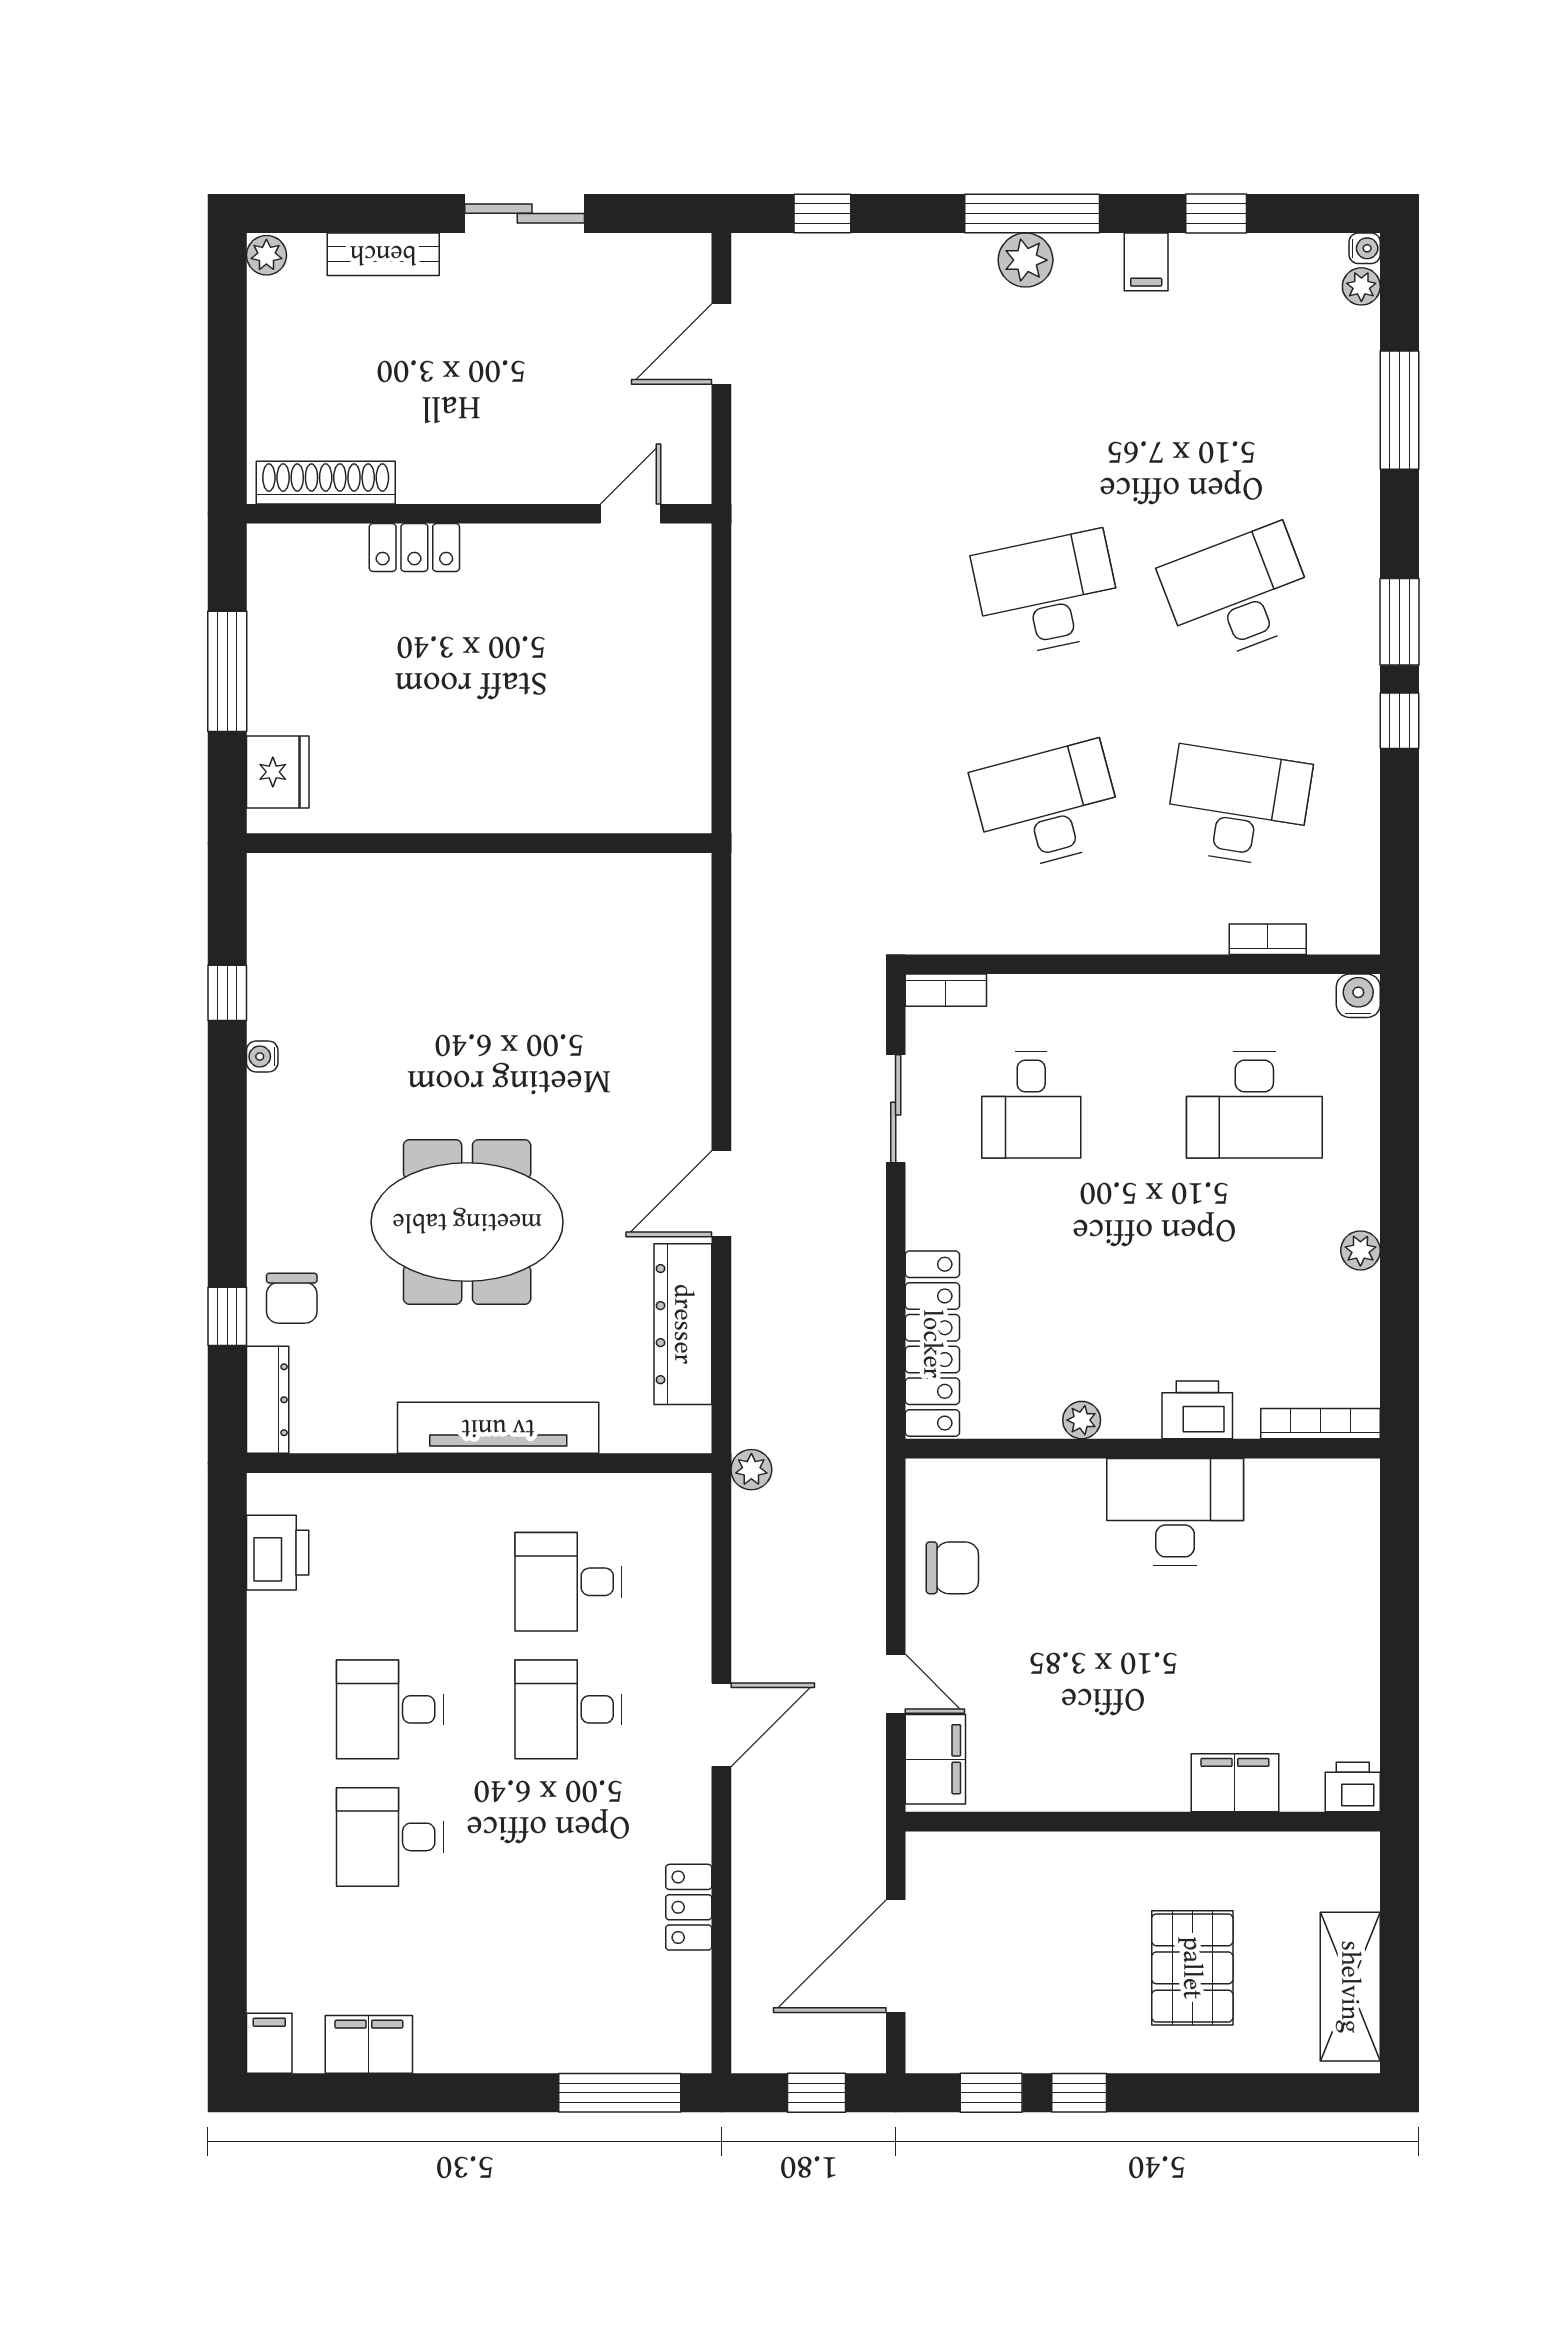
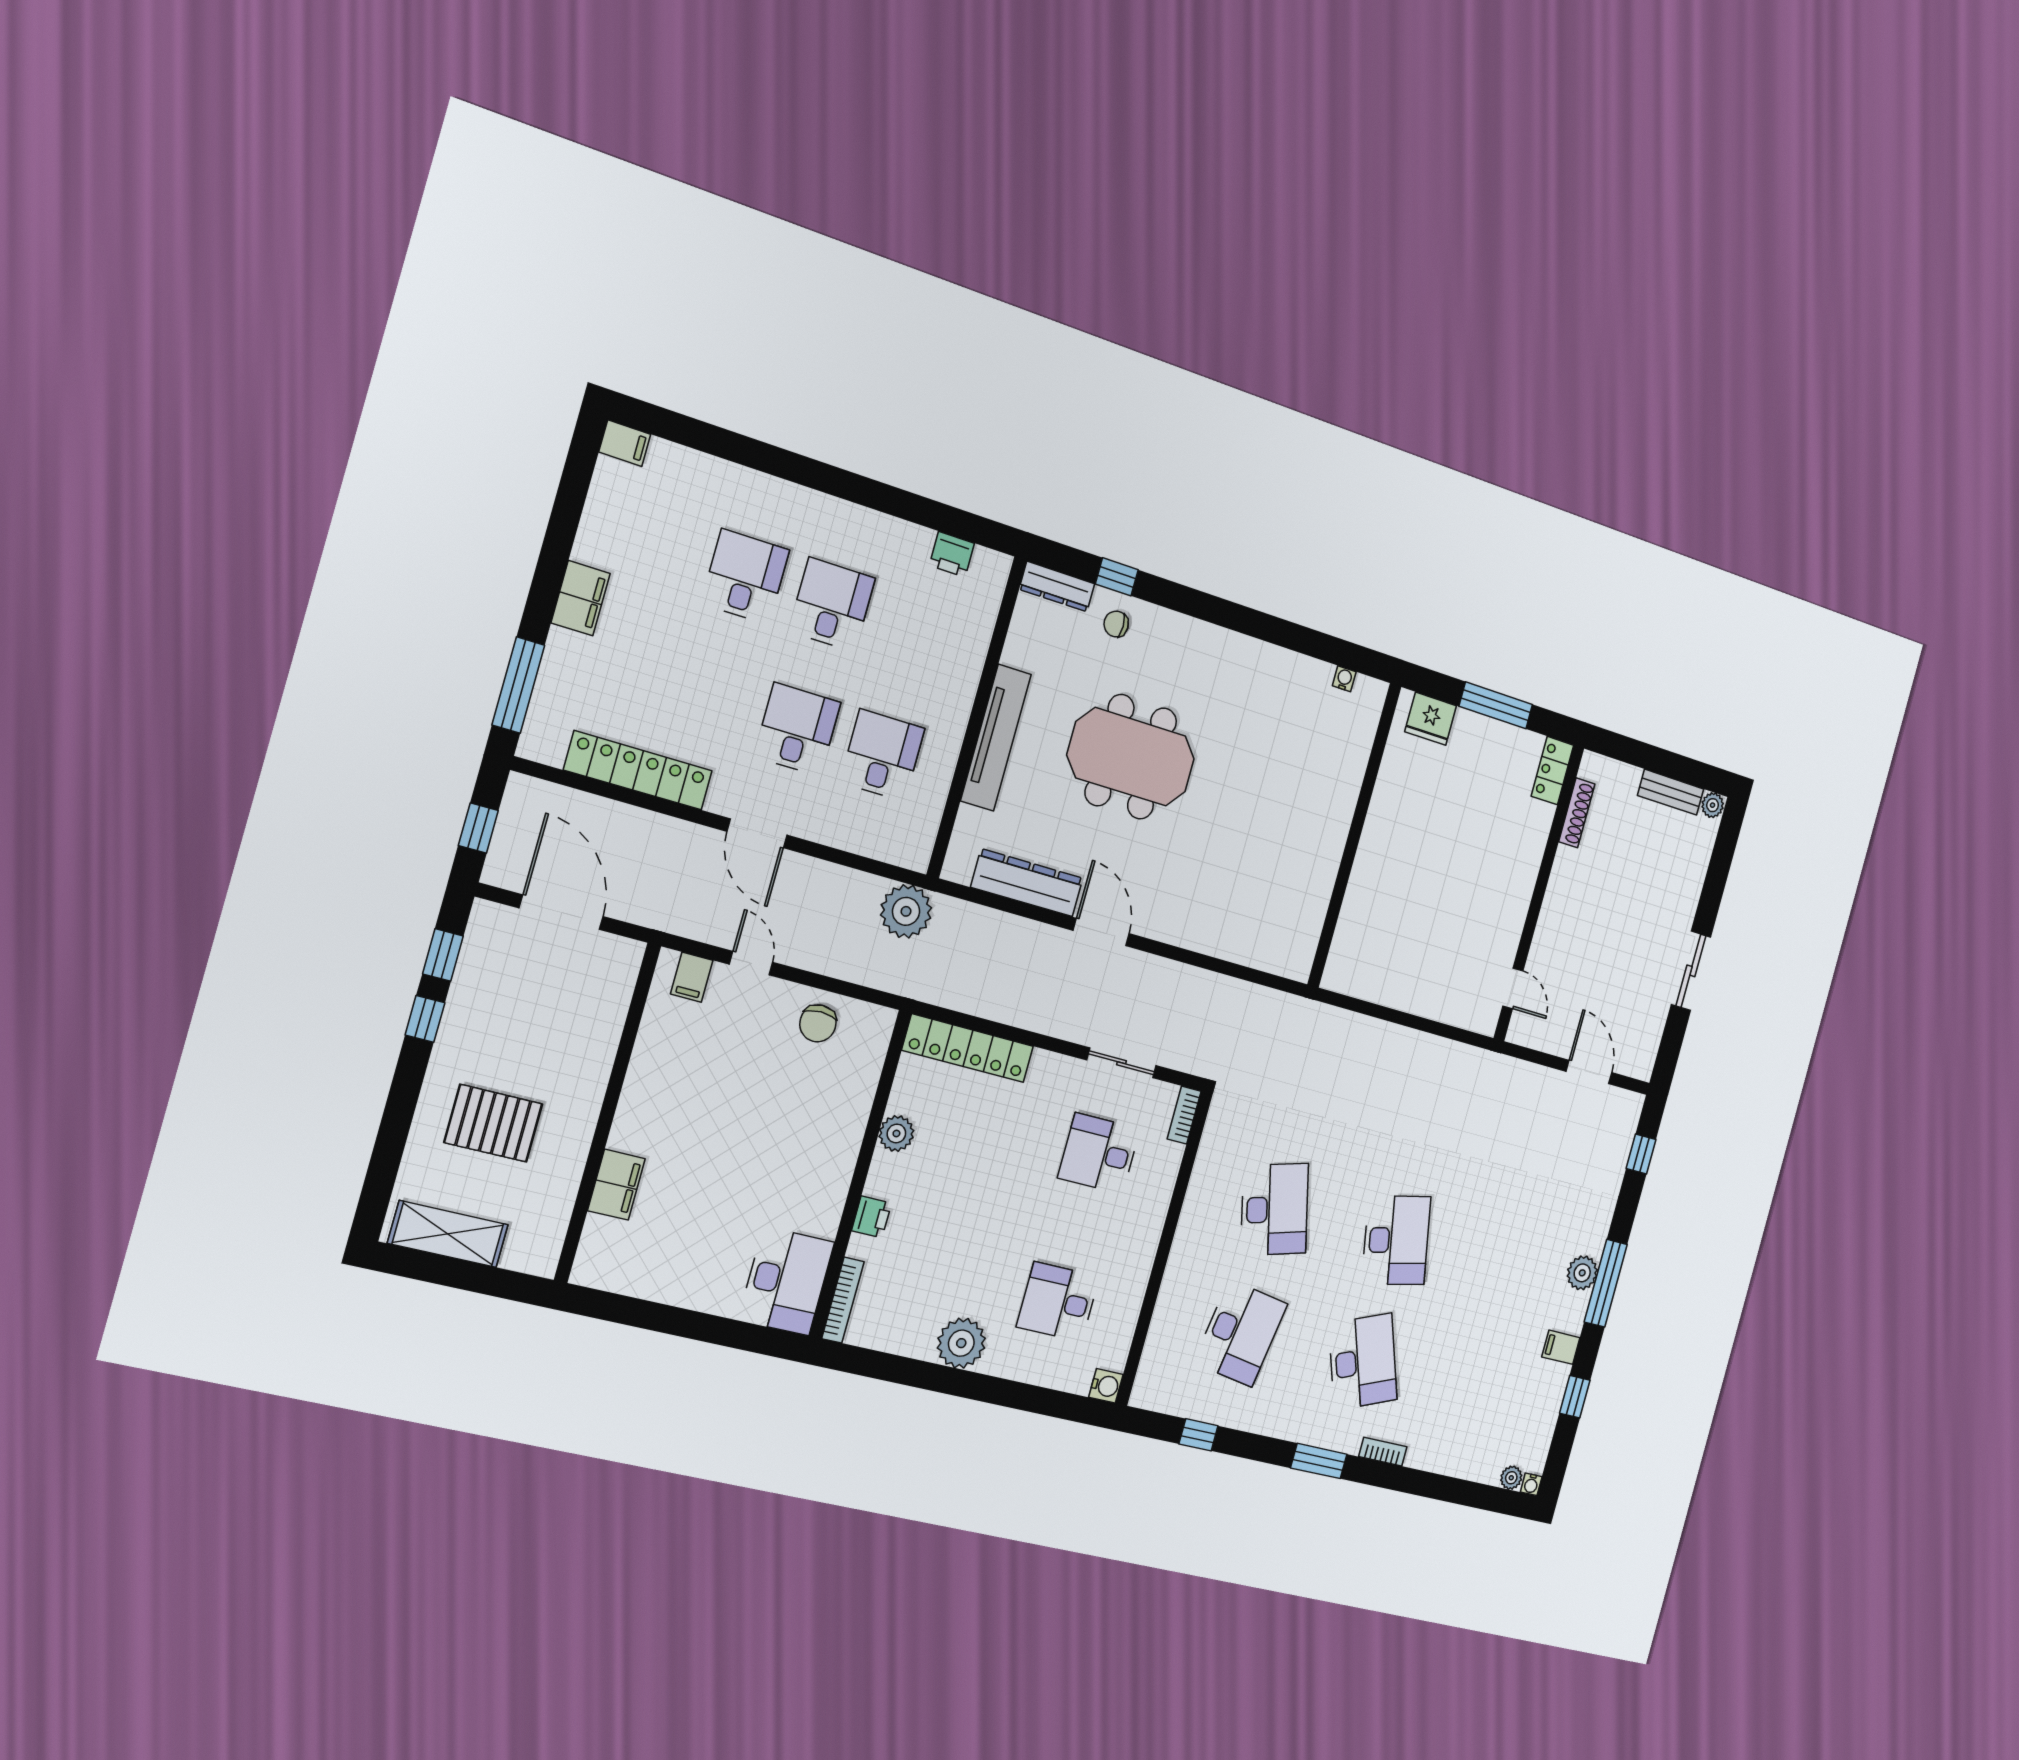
bench: (383, 254) -> (1671, 792), moved, turned 90
window: (1399, 410) -> (1437, 1487), removed
shoe rack: (326, 483) -> (1577, 813), width x0.74, depth x0.81
locker: (414, 548) -> (1552, 771), moved
window: (1399, 721) -> (1199, 1435), moved
bookcase: (1268, 939) -> (1383, 1452), moved, turned -90
window: (227, 993) -> (1312, 643), removed
water cooler: (262, 1056) -> (1344, 679), moved
desk: (1254, 1105) -> (1058, 1302), width x0.73
meeting table: (467, 1222) -> (1131, 757), turned 90
plant: (1360, 1250) -> (961, 1343), width x1.87, depth x1.87
chair: (292, 1298) -> (1116, 624), width x0.73, depth x0.73
printer: (1197, 1410) -> (872, 1217), width x0.73, depth x0.81
plant: (1082, 1420) -> (896, 1133), width x1.38, depth x1.38
plant: (751, 1470) -> (906, 911), width x1.88, depth x1.88
desk: (1175, 1512) -> (786, 1281), moved
printer: (278, 1553) -> (952, 554), width x0.73, depth x0.81
door: (896, 1684) -> (751, 963), swing flipped
filing cabinet: (935, 1759) -> (692, 977), width x0.50
printer: (1353, 1787) -> (590, 1267), removed
locker: (689, 1907) -> (638, 770), width x2.16, depth x1.21
filing cabinet: (369, 2044) -> (581, 598), moved

